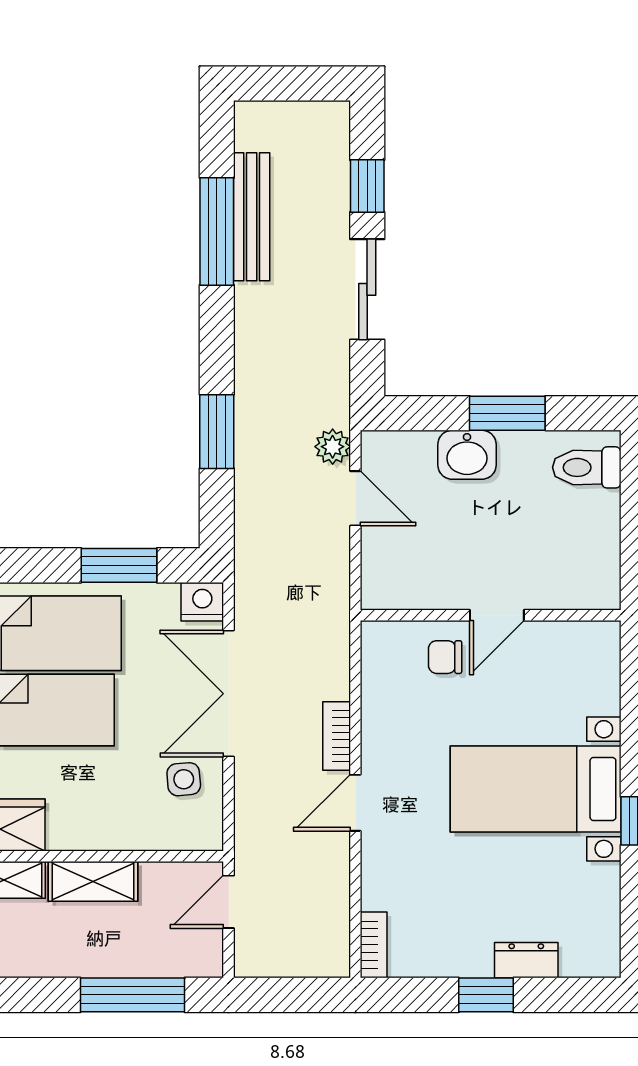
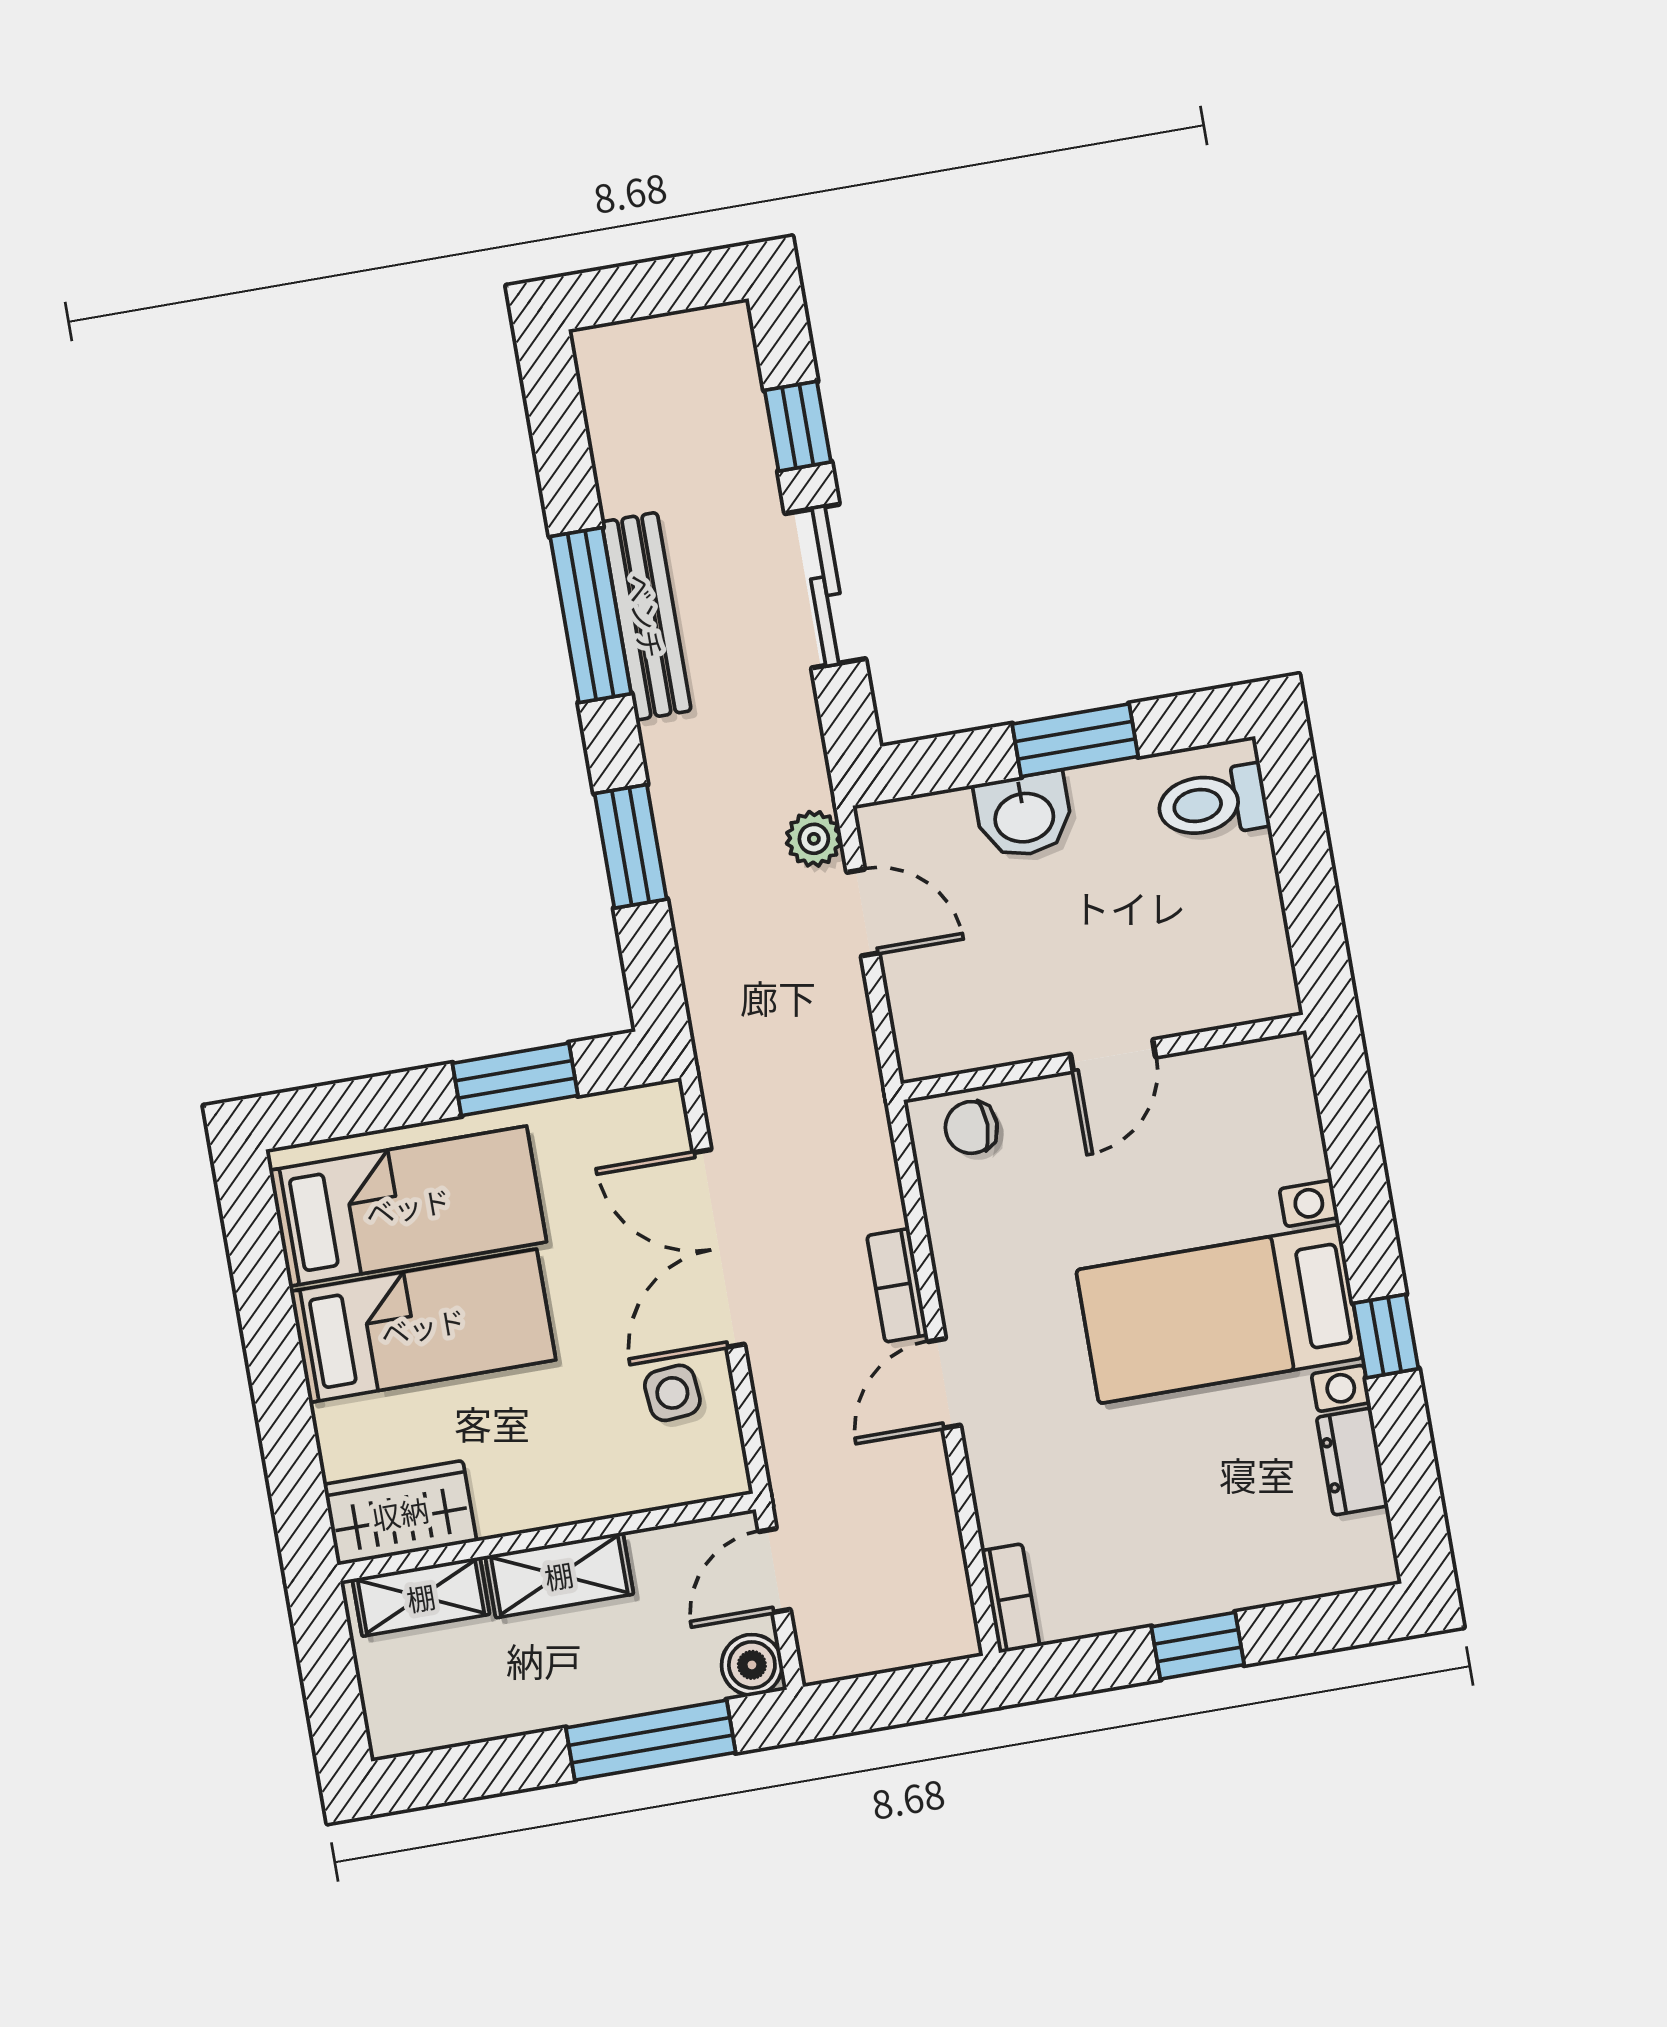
bench: (252, 217) -> (646, 616), moved
window: (217, 231) -> (591, 615), moved
nightstand: (202, 602) -> (654, 1113), removed
chair: (445, 657) -> (971, 1127), moved
boiler: (204, 959) -> (752, 1665), added
dresser: (526, 960) -> (1352, 1462), moved, turned -90

